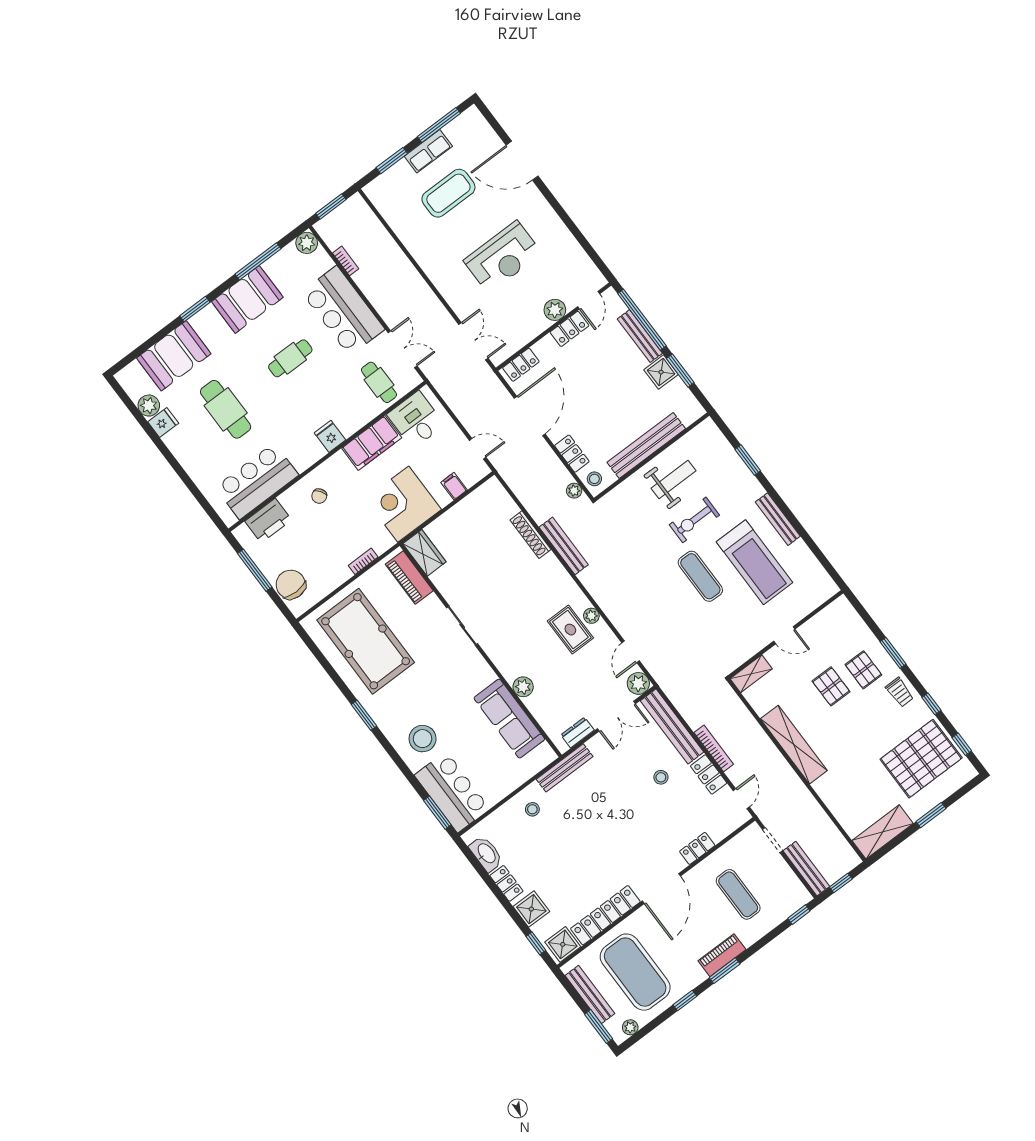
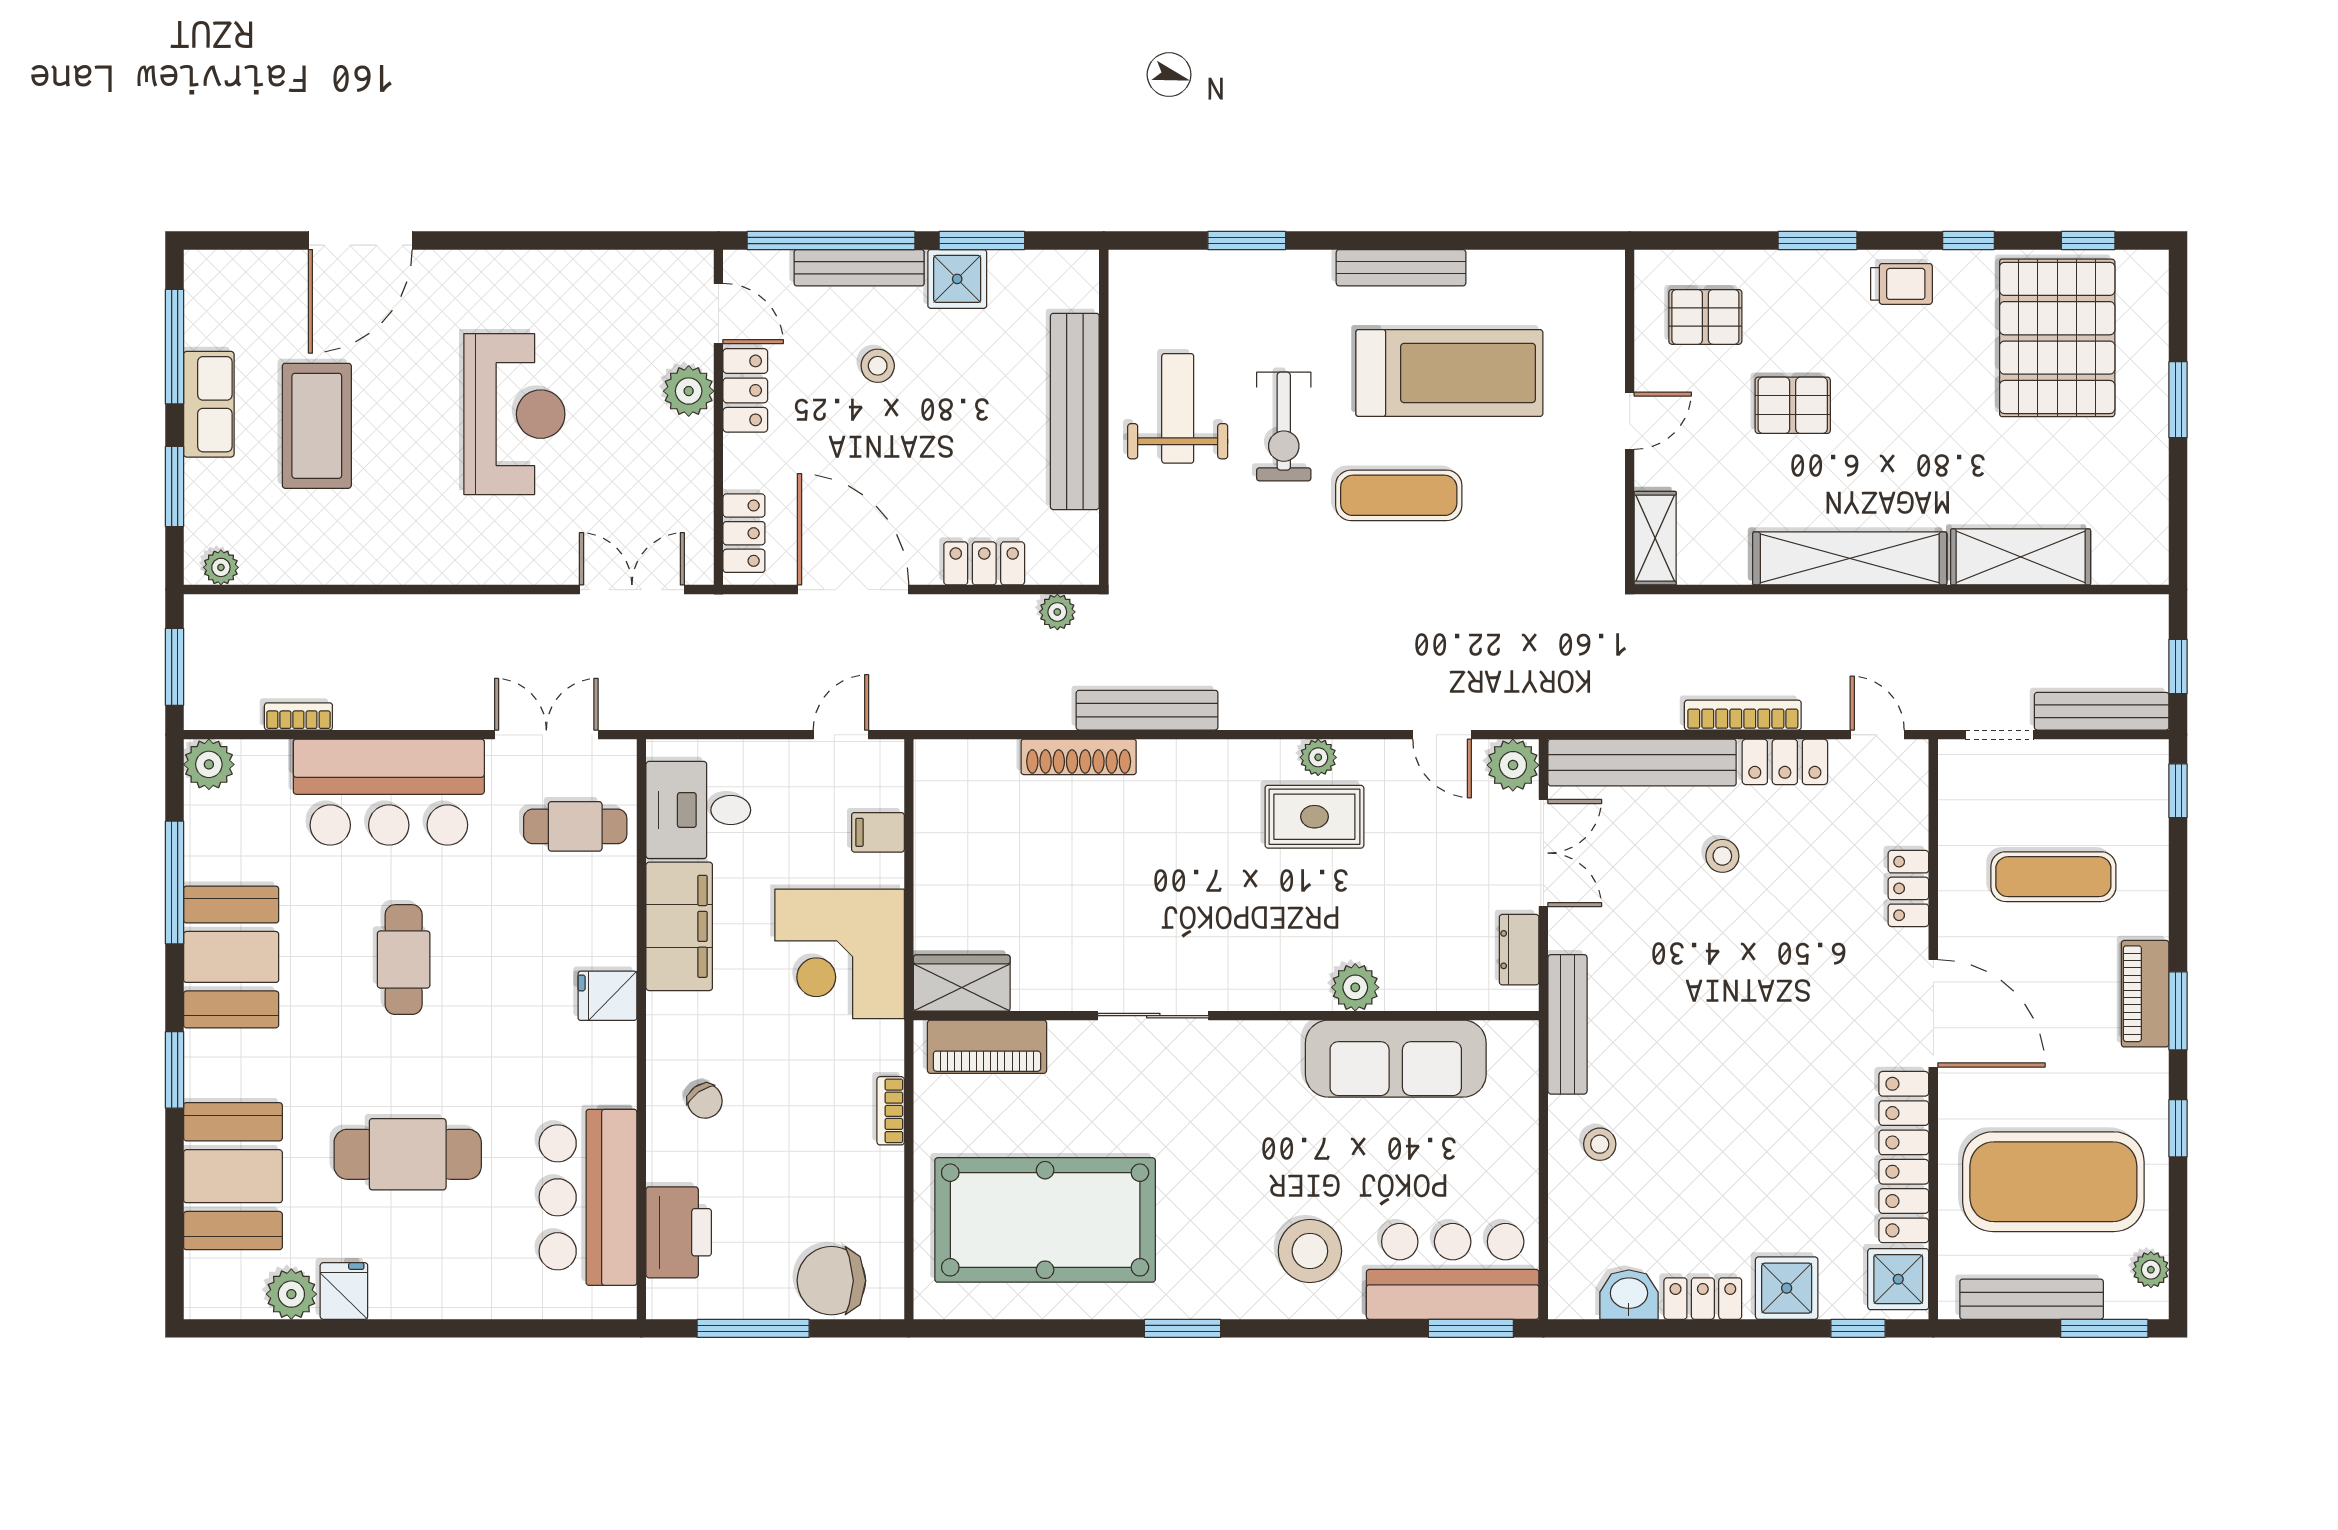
plant: (376, 197) -> (221, 567), added
stool: (594, 479) -> (878, 366), moved
pallet: (863, 670) -> (1705, 317), moved
shelving: (883, 832) -> (2021, 557), moved, turned 90
washbasin: (486, 854) -> (1629, 1295), width x0.72

